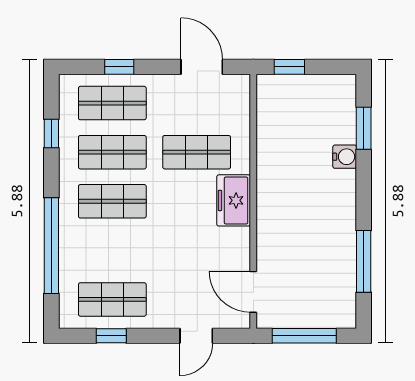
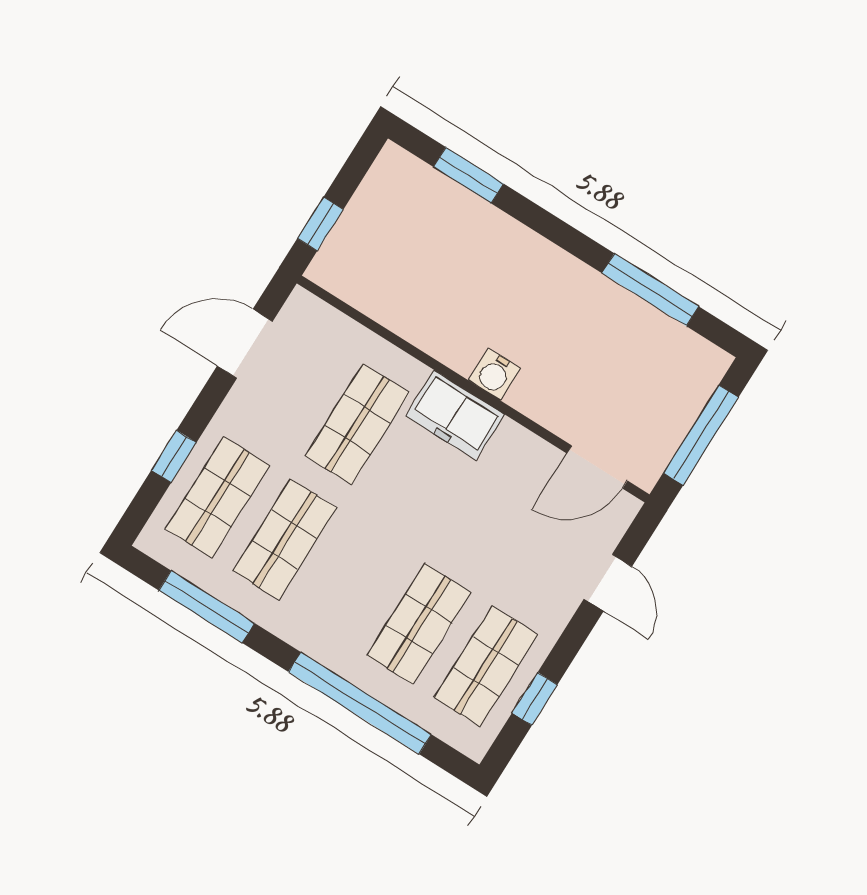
window: (51, 133) -> (207, 607), width x2.17
water cooler: (345, 157) -> (495, 374), moved, turned 180
shop shelf: (112, 201) -> (419, 624), moved

